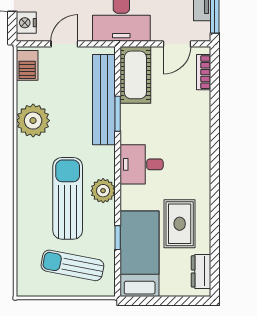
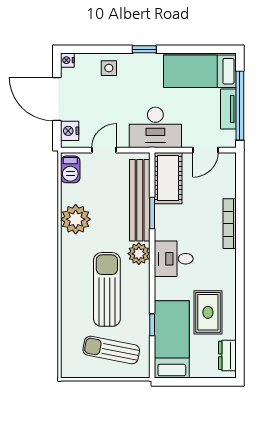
bookcase: (204, 72) -> (230, 224), moved, width x1.56
plant: (103, 191) -> (139, 254), moved

